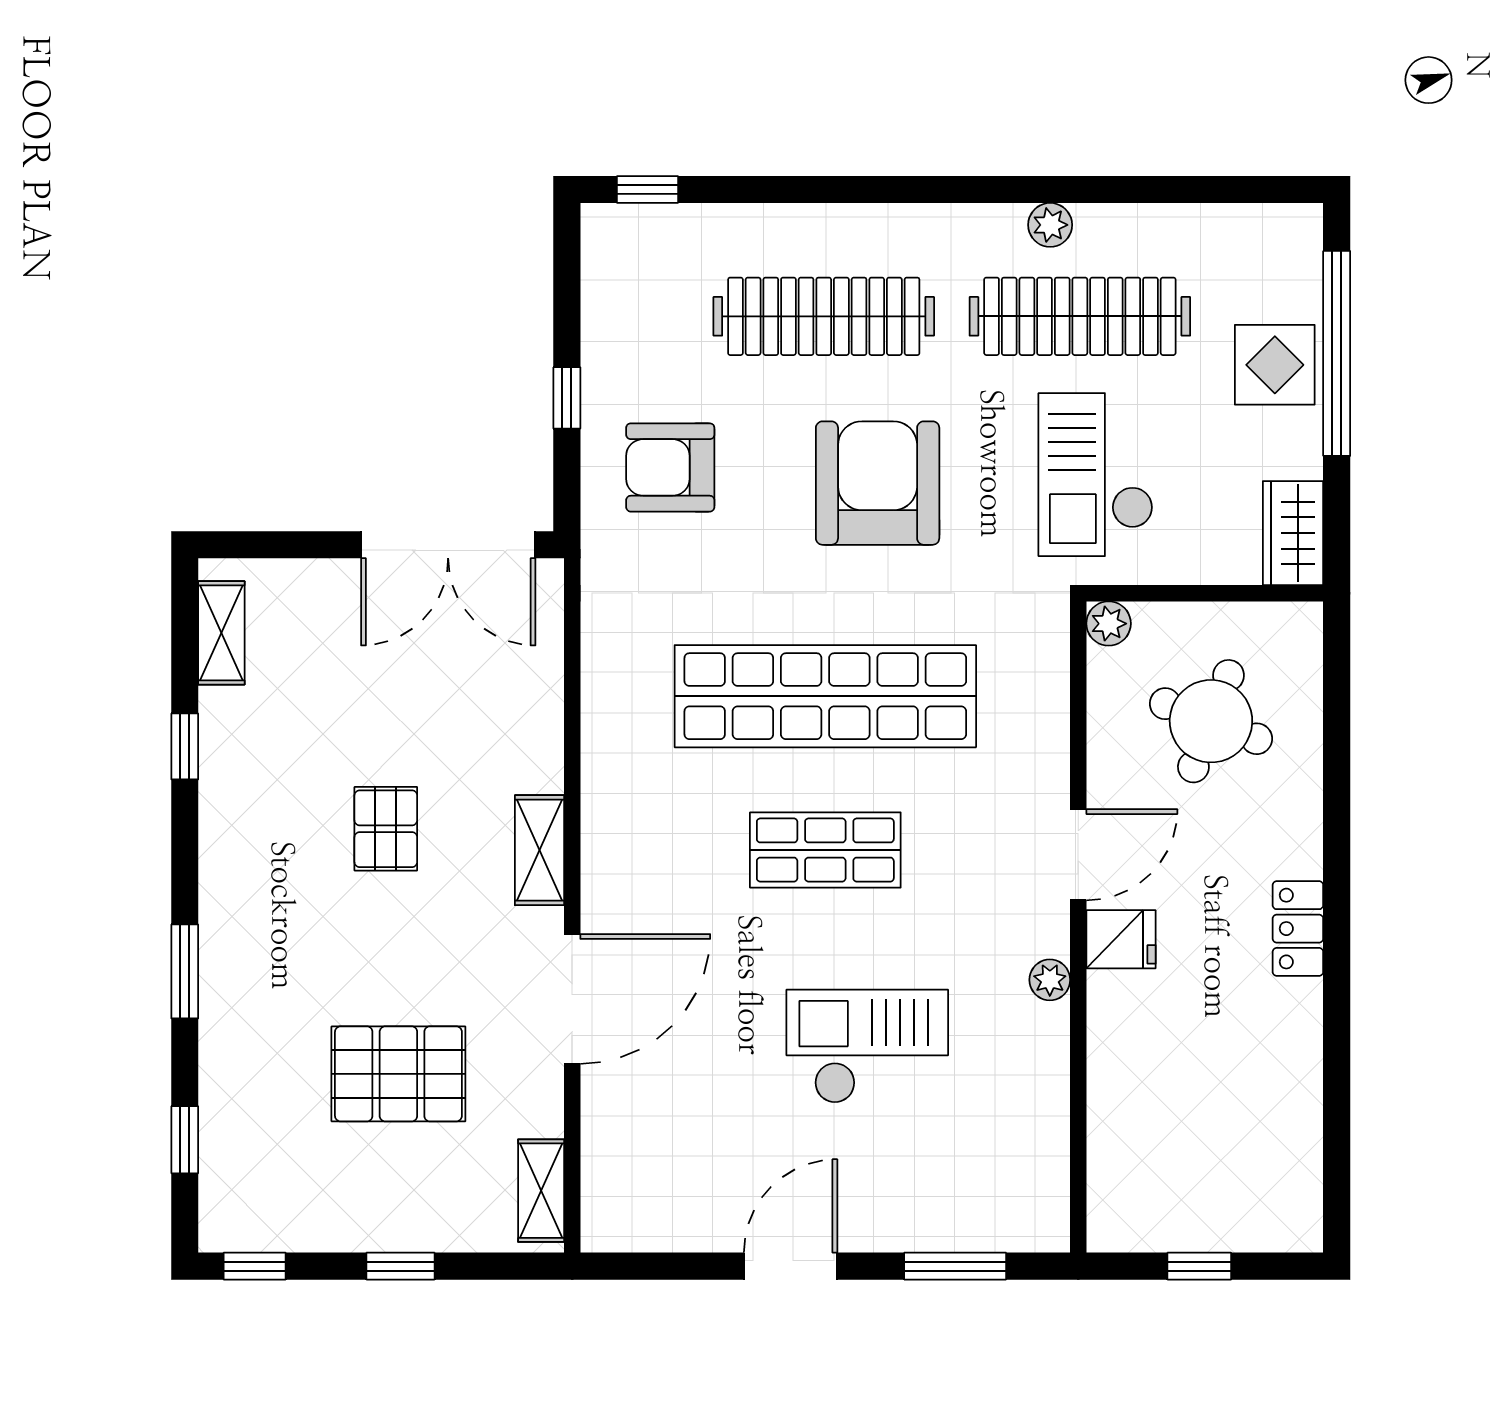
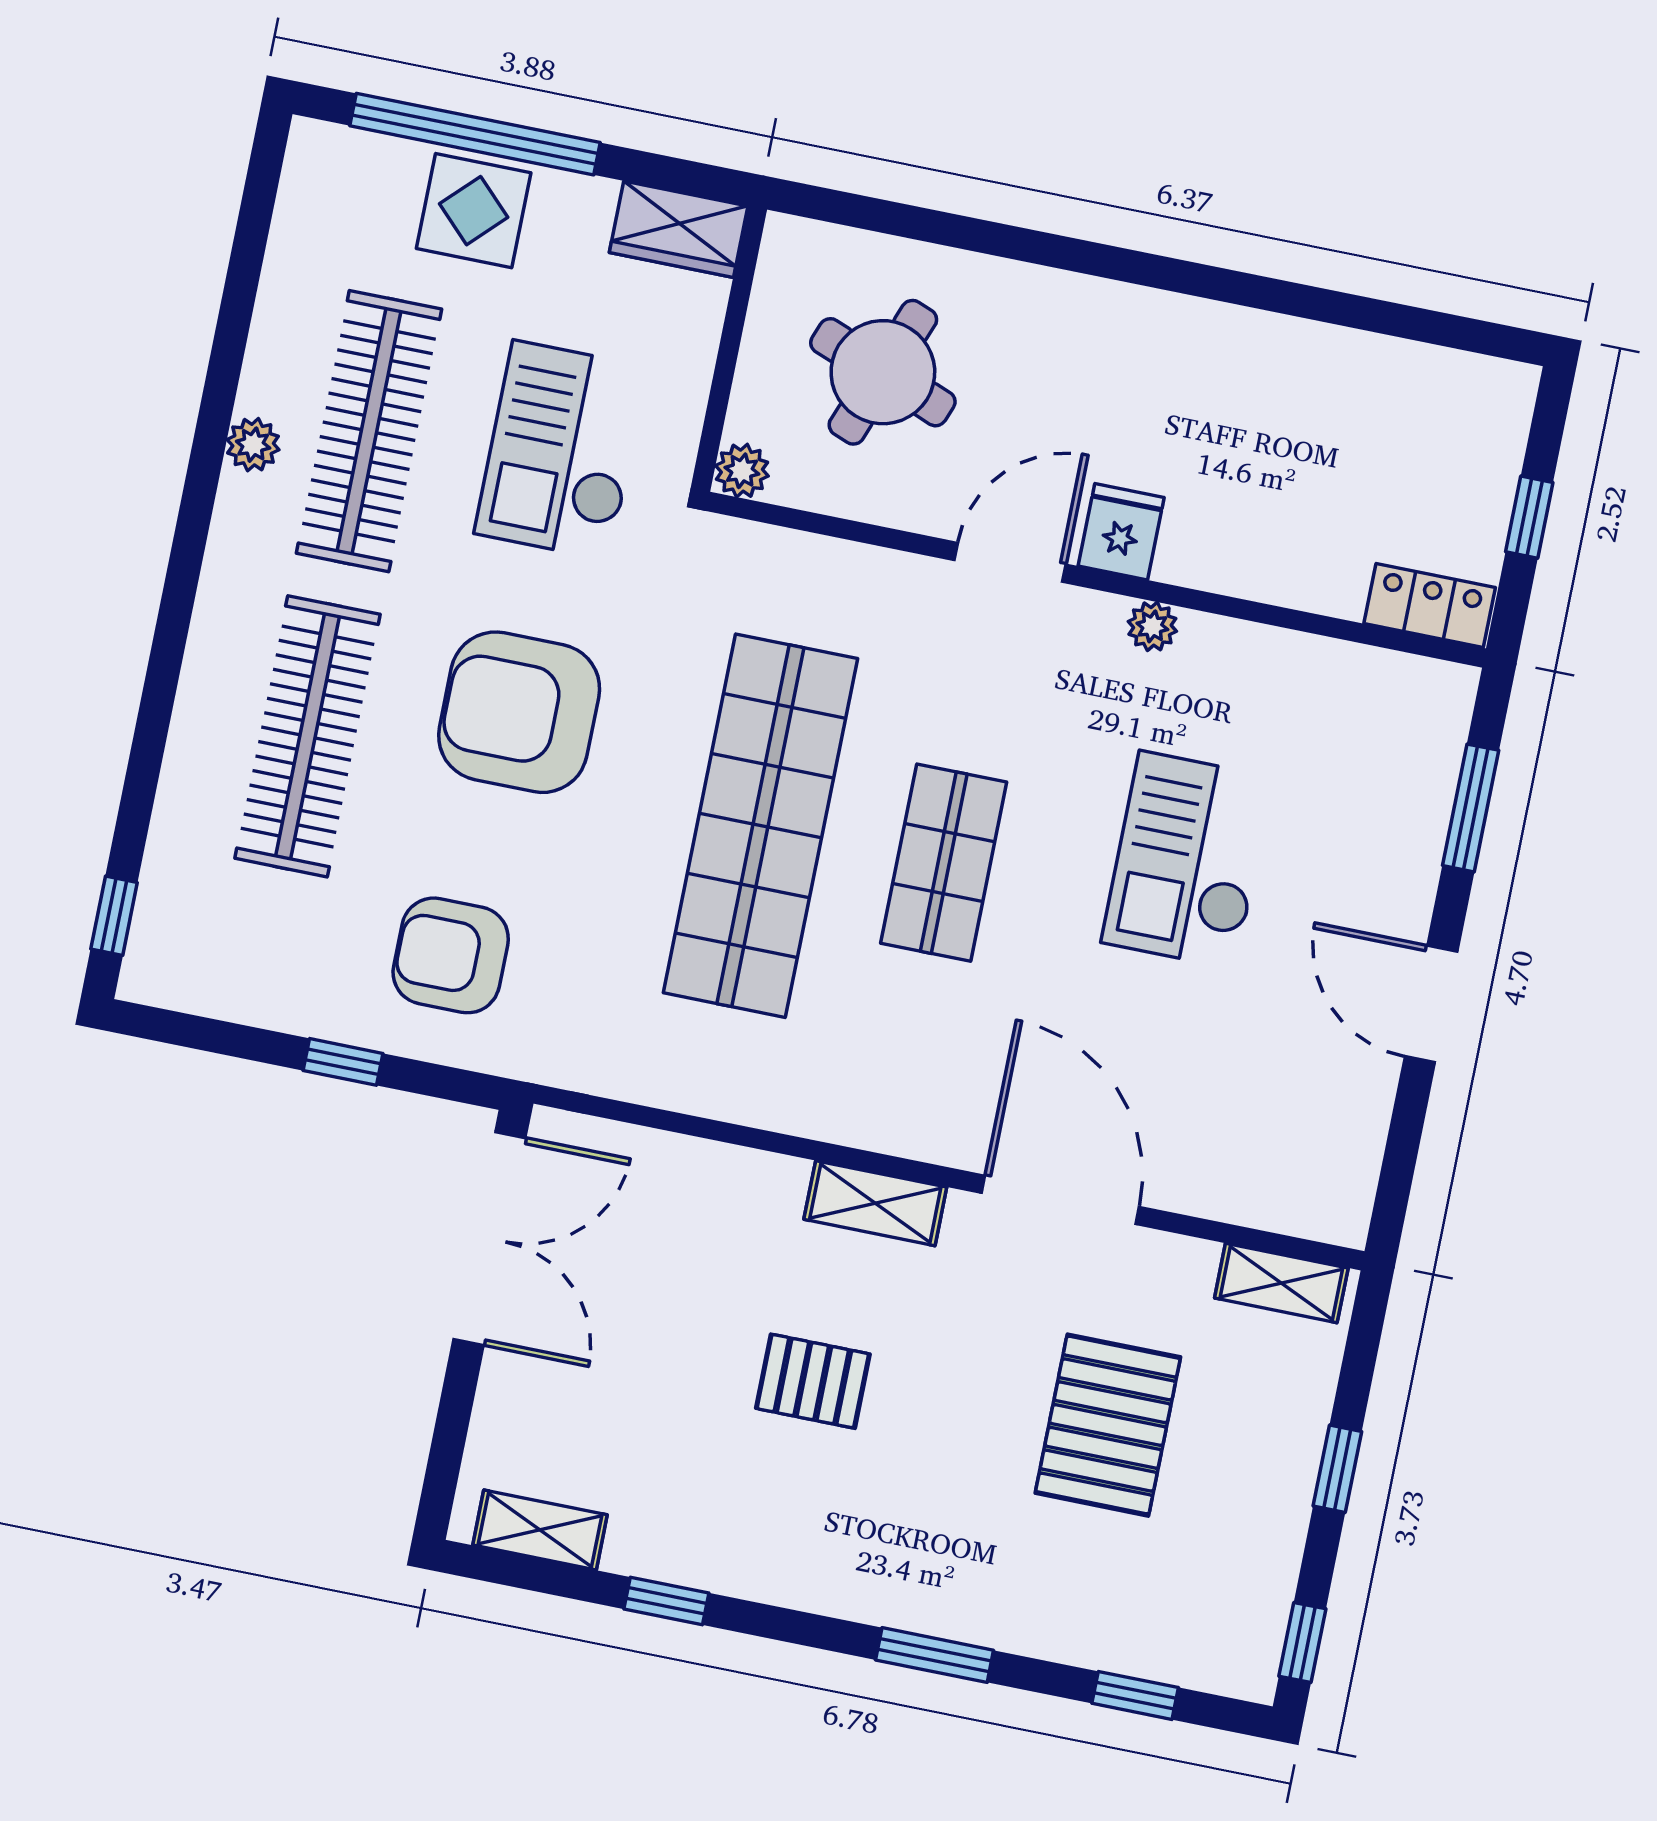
armchair: (670, 467) -> (451, 955), turned 90
checkout: (1096, 475) -> (562, 450), turned 90
door: (1078, 855) -> (1010, 562), hinge flipped
locker: (1298, 929) -> (1430, 606), moved, turned 180

